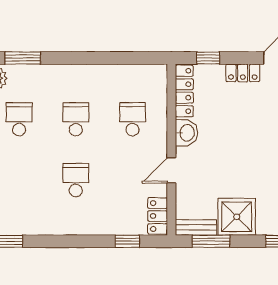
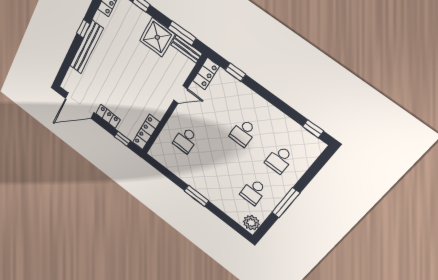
window: (23, 58) -> (197, 196), moved
school desk: (76, 119) -> (279, 160), moved
washbasin: (187, 133) -> (158, 109), removed

